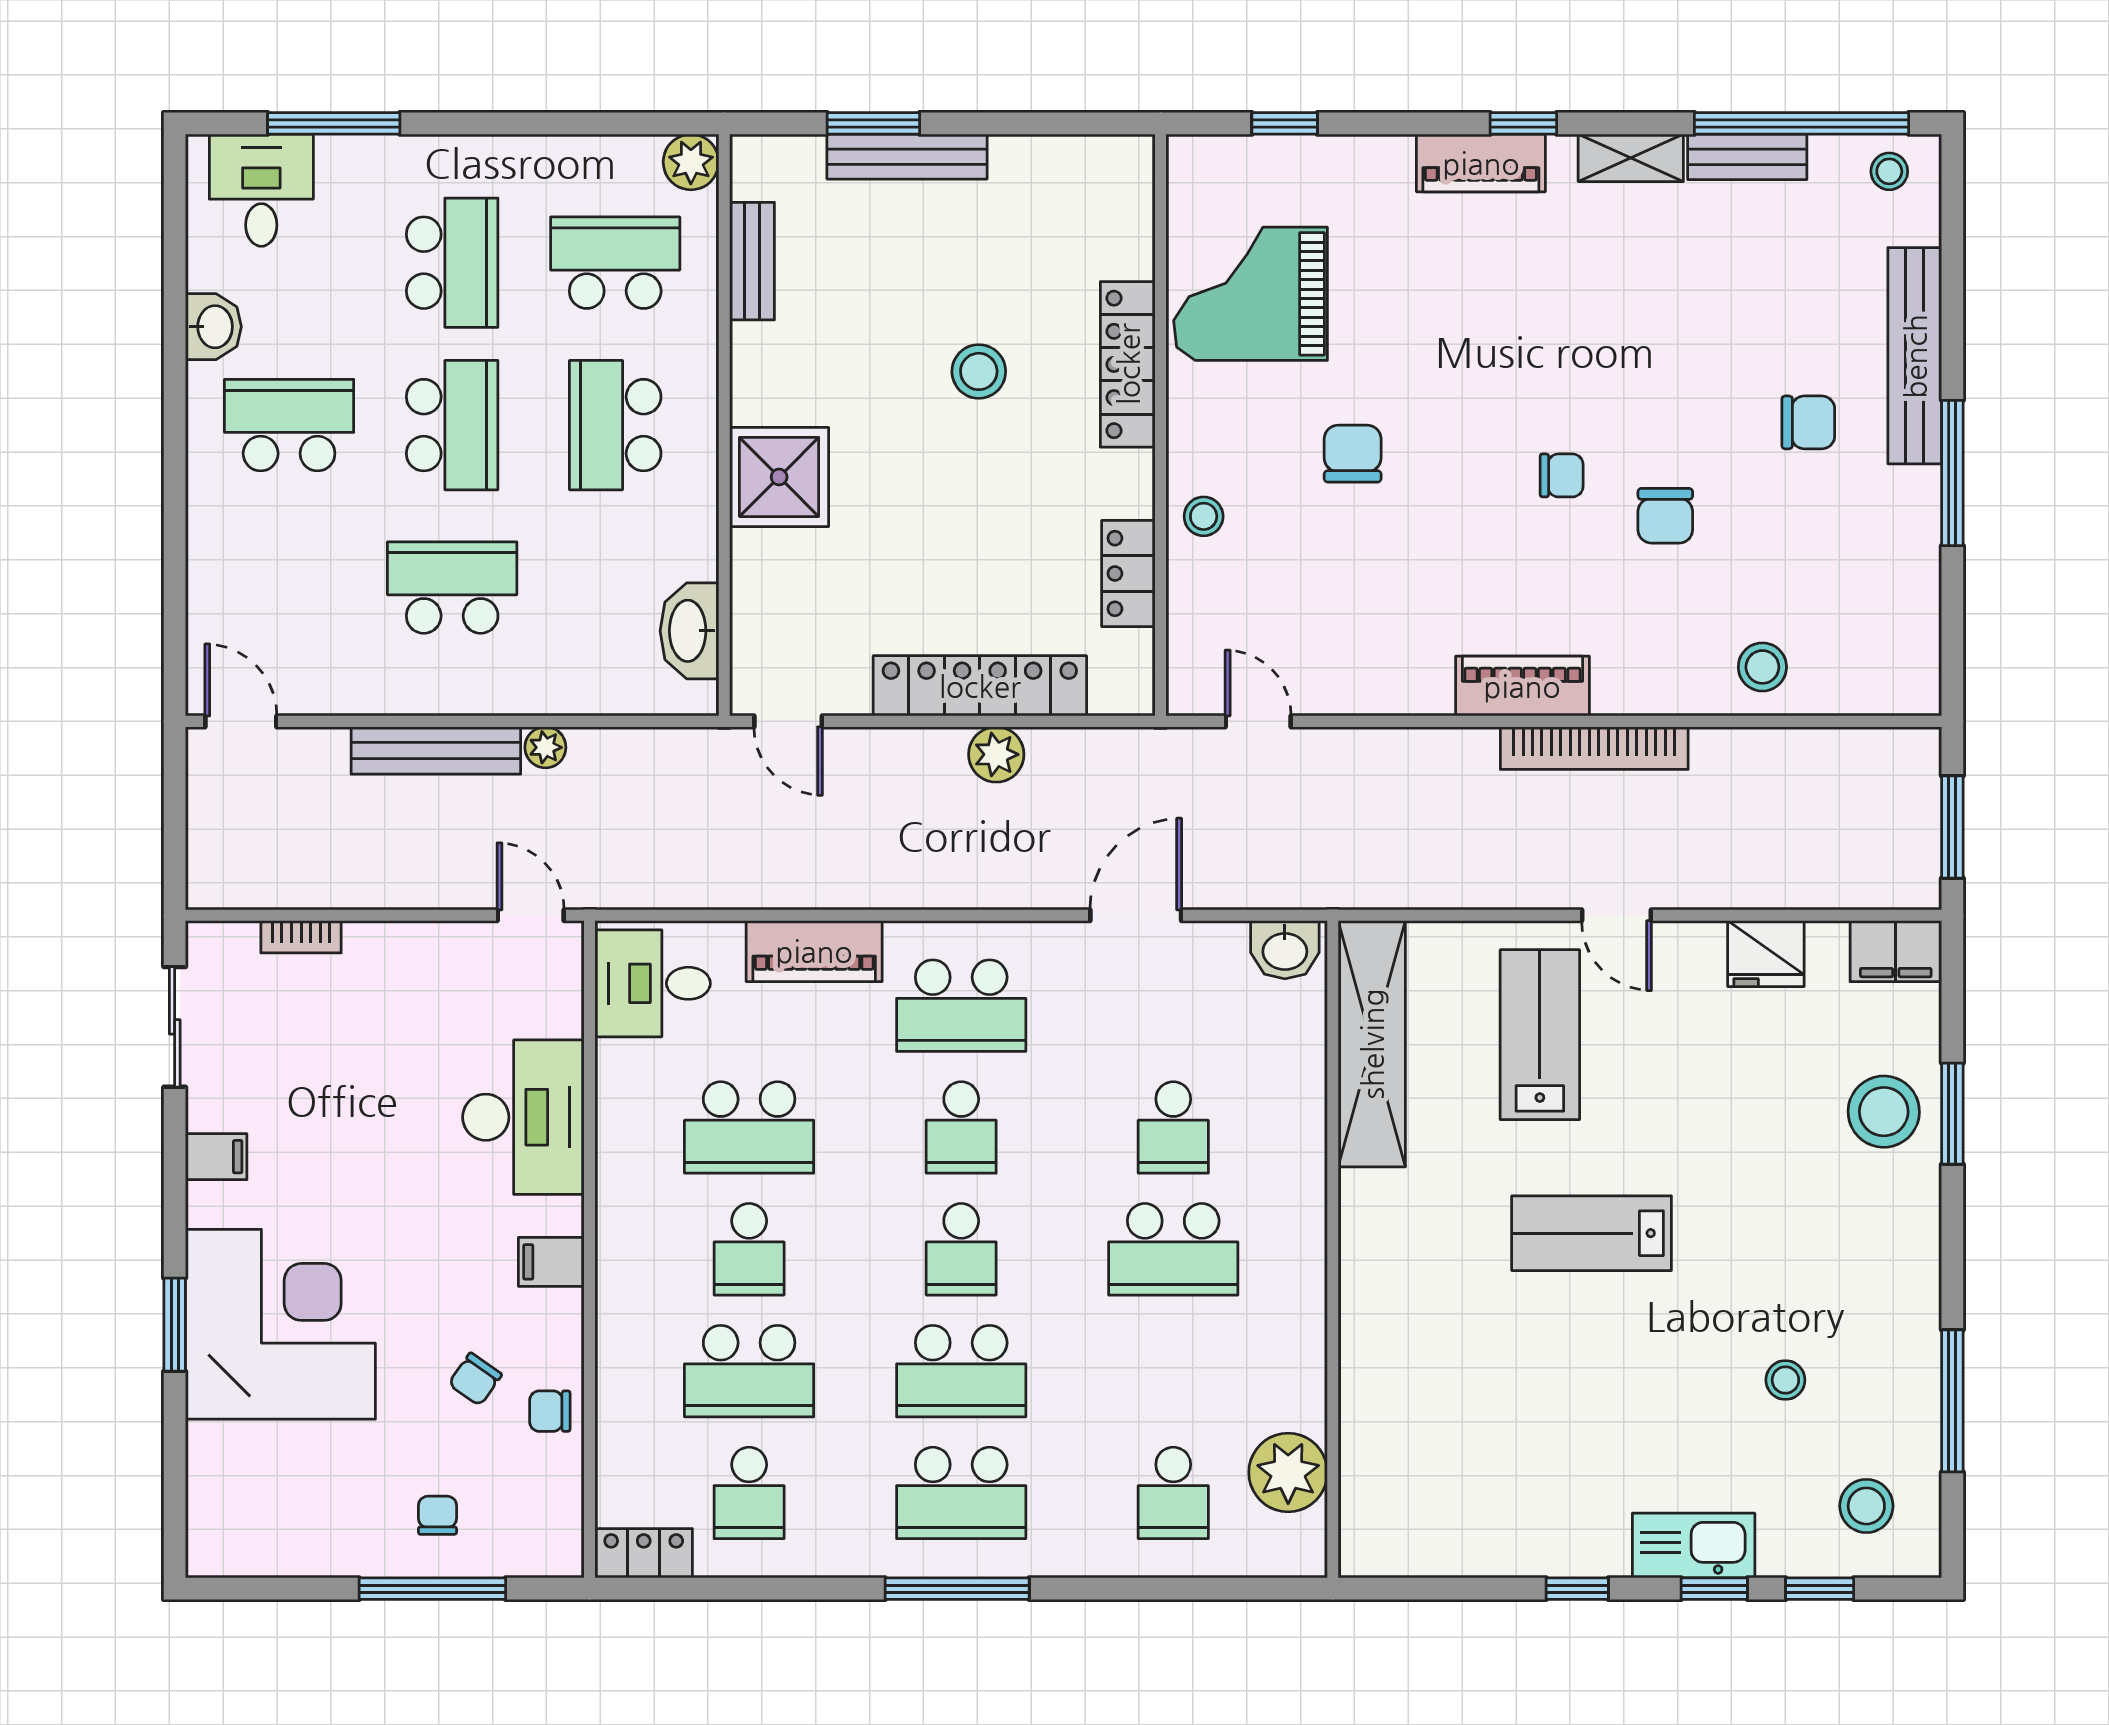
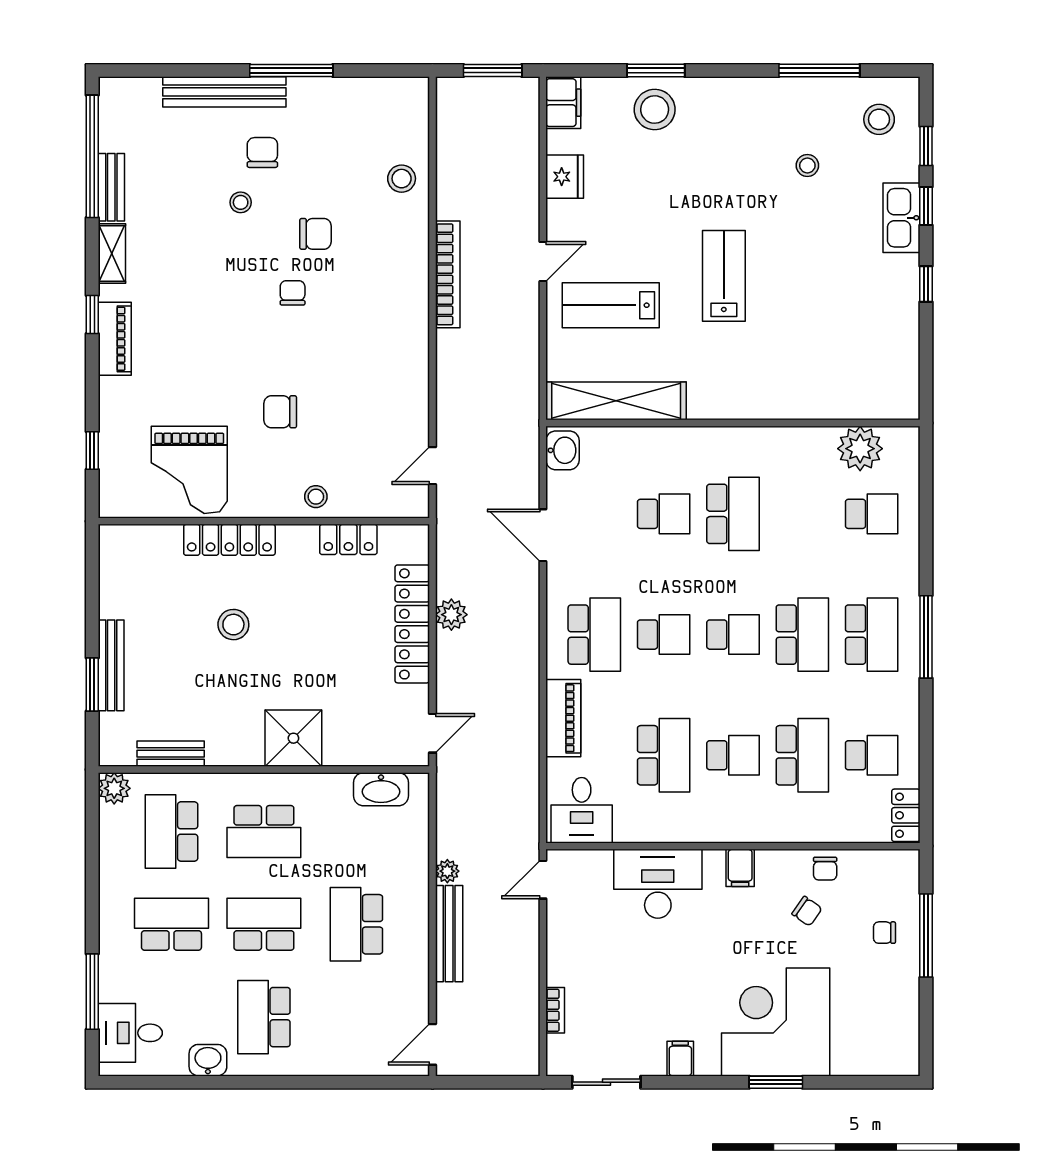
stool: (1889, 171) -> (241, 202), moved
piano: (1522, 686) -> (412, 315), removed
lab bench: (1592, 1233) -> (724, 276), turned 180

